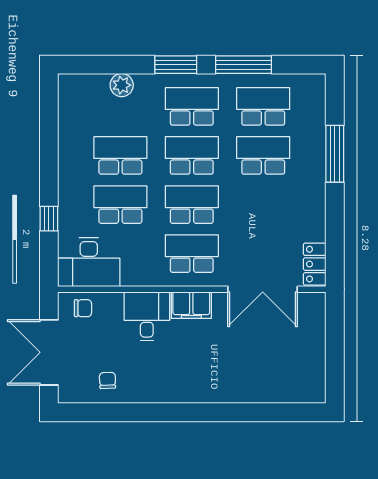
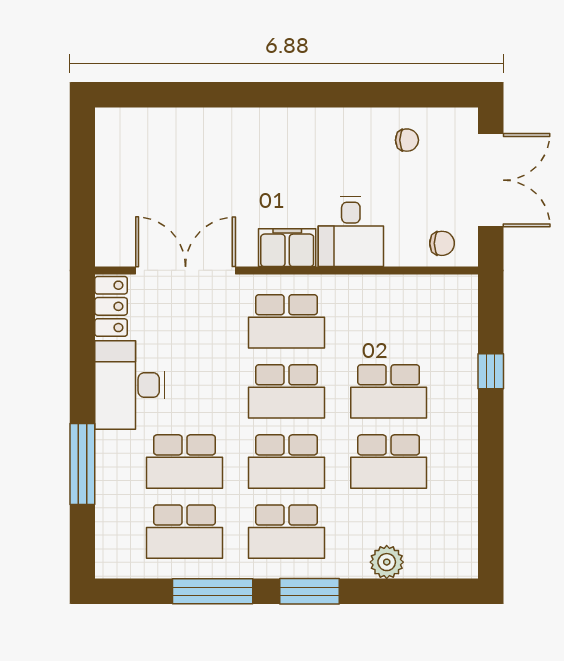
desk: (89, 262) -> (130, 385), moved, turned -90
chair: (83, 308) -> (442, 243), turned 180
chair: (107, 380) -> (407, 140), turned -88

